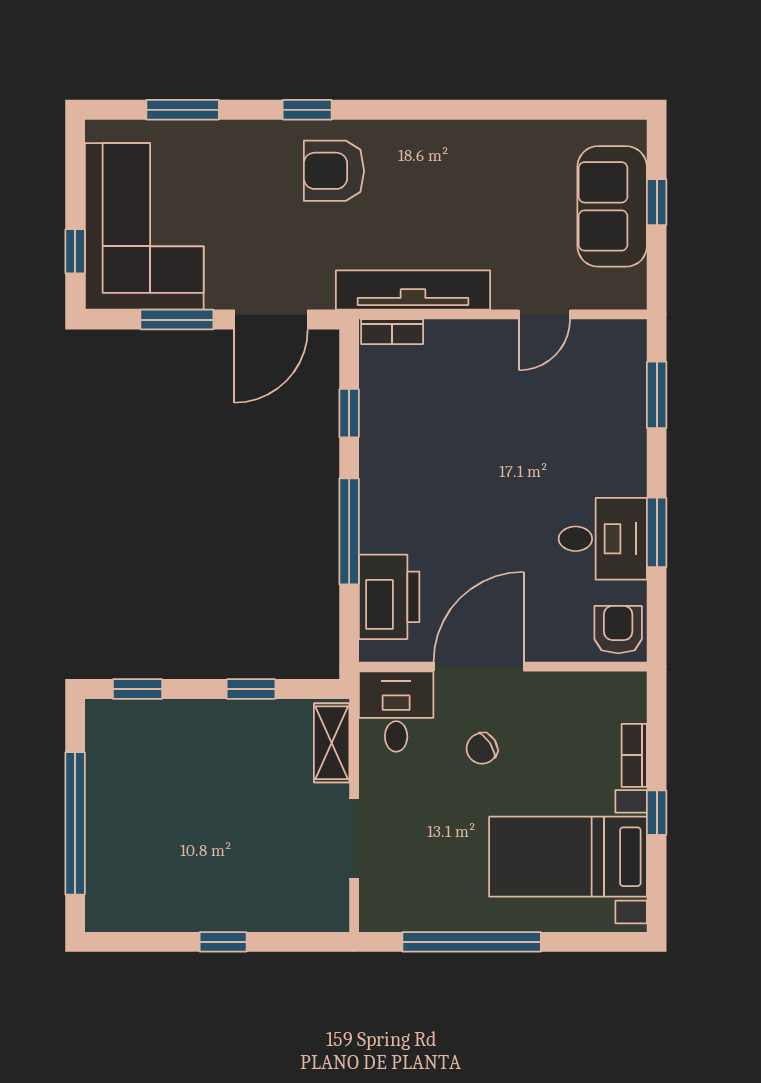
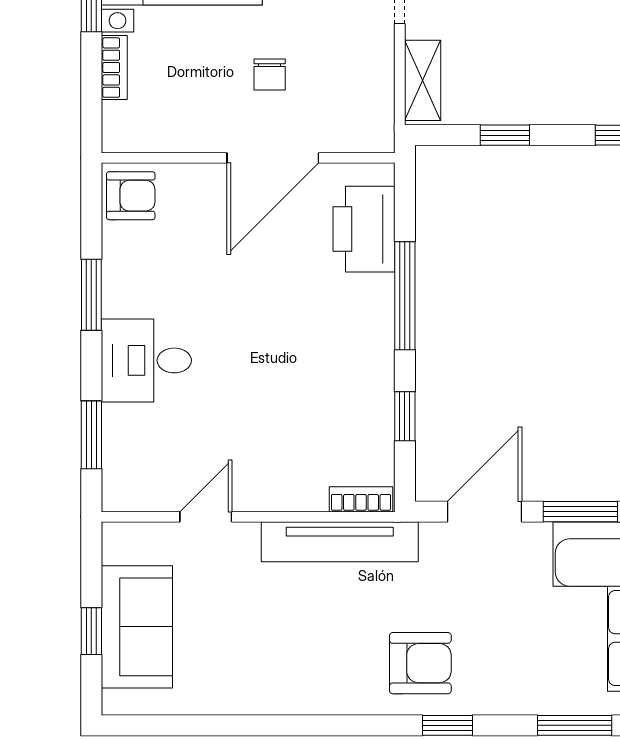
desk: (603, 539) -> (146, 360), moved
armchair: (618, 630) -> (131, 196), turned -90
desk: (396, 712) -> (357, 112), removed
chair: (482, 748) -> (270, 75), turned 123

